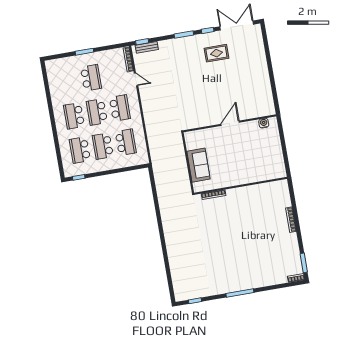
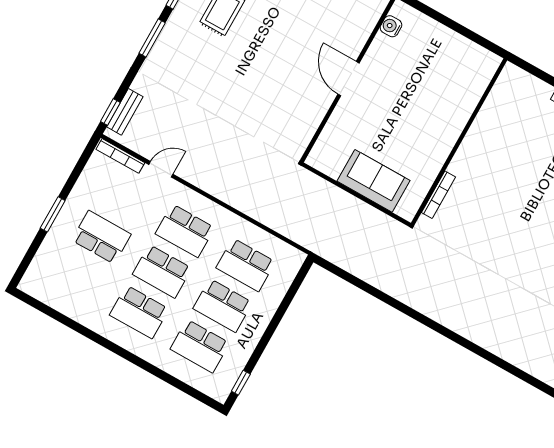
school desk: (120, 108) -> (185, 231), turned 180
school desk: (126, 142) -> (246, 265), turned 180

